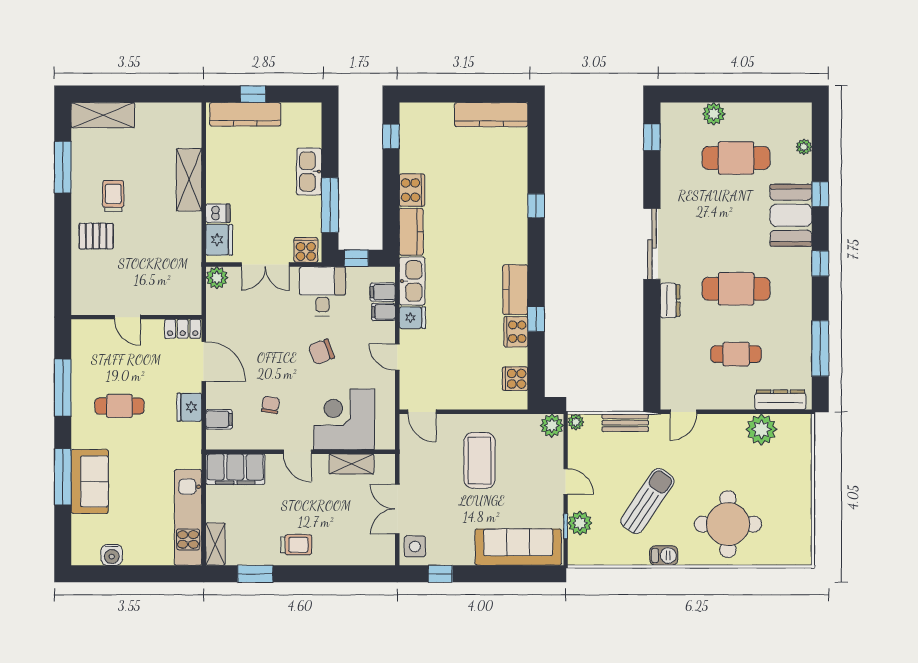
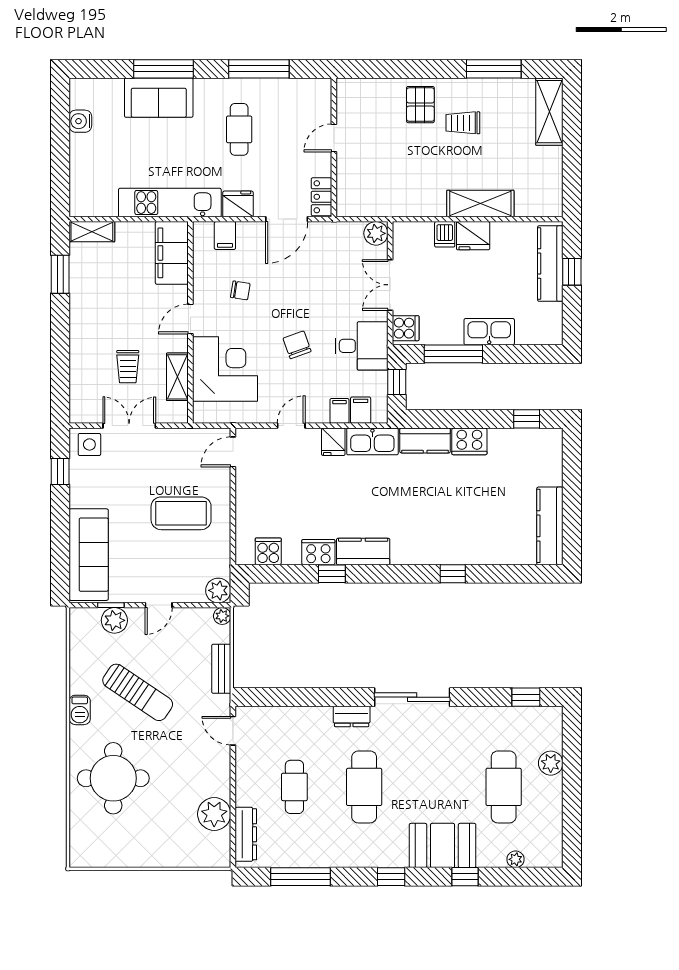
trolley: (113, 196) -> (463, 123), turned 180
fridge: (219, 240) -> (473, 236), moved
kitchen unit: (188, 517) -> (170, 203), moved
trolley: (296, 545) -> (128, 367), moved

